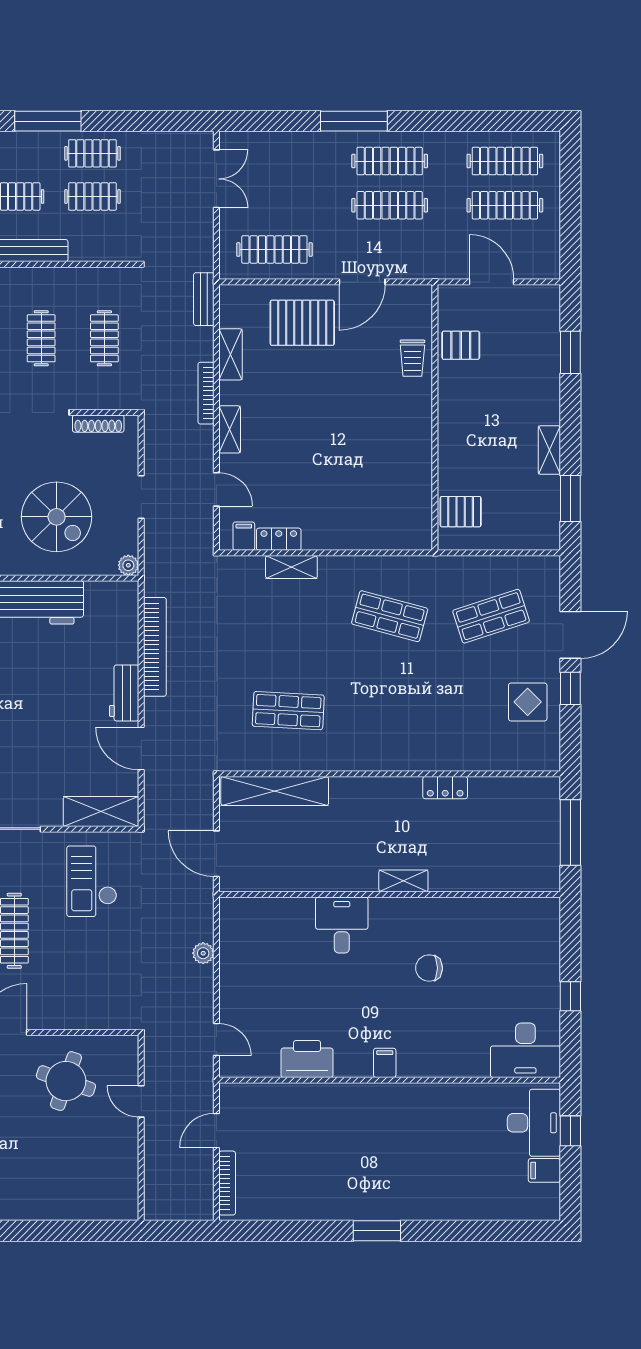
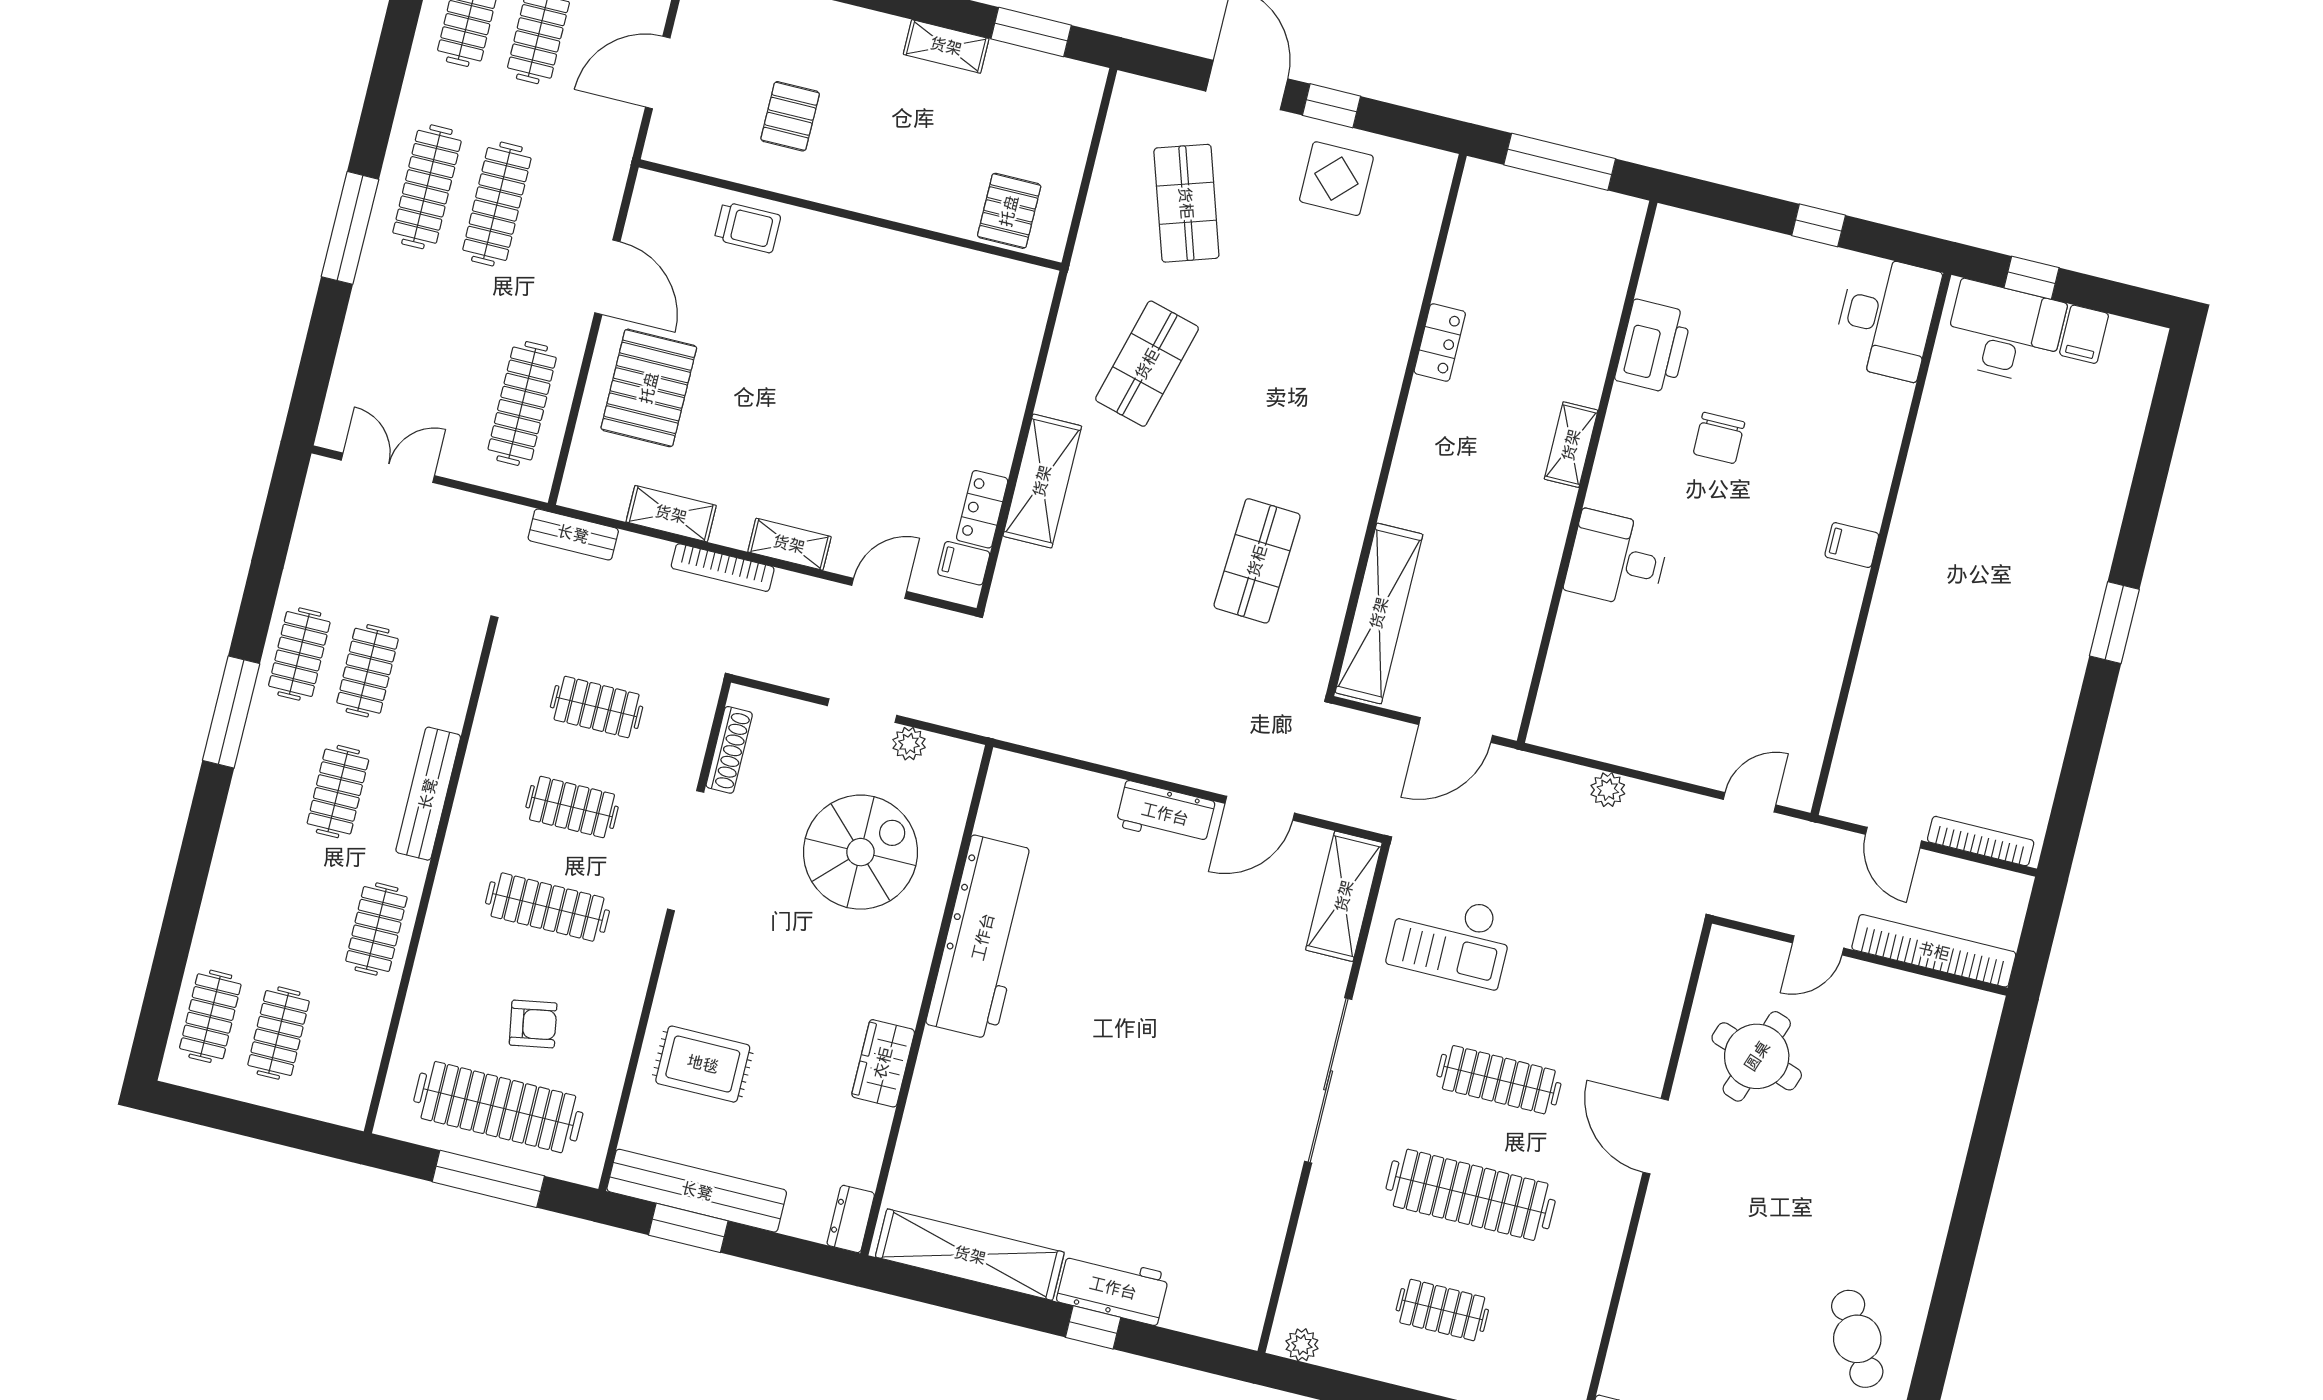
pallet: (461, 345) -> (790, 116), moved
plant: (128, 565) -> (909, 744), moved
shelving: (291, 567) -> (1042, 481), width x1.50, depth x1.33
bookcase: (155, 647) -> (1934, 951), moved
printer: (307, 1059) -> (1653, 346), moved, turned 180

